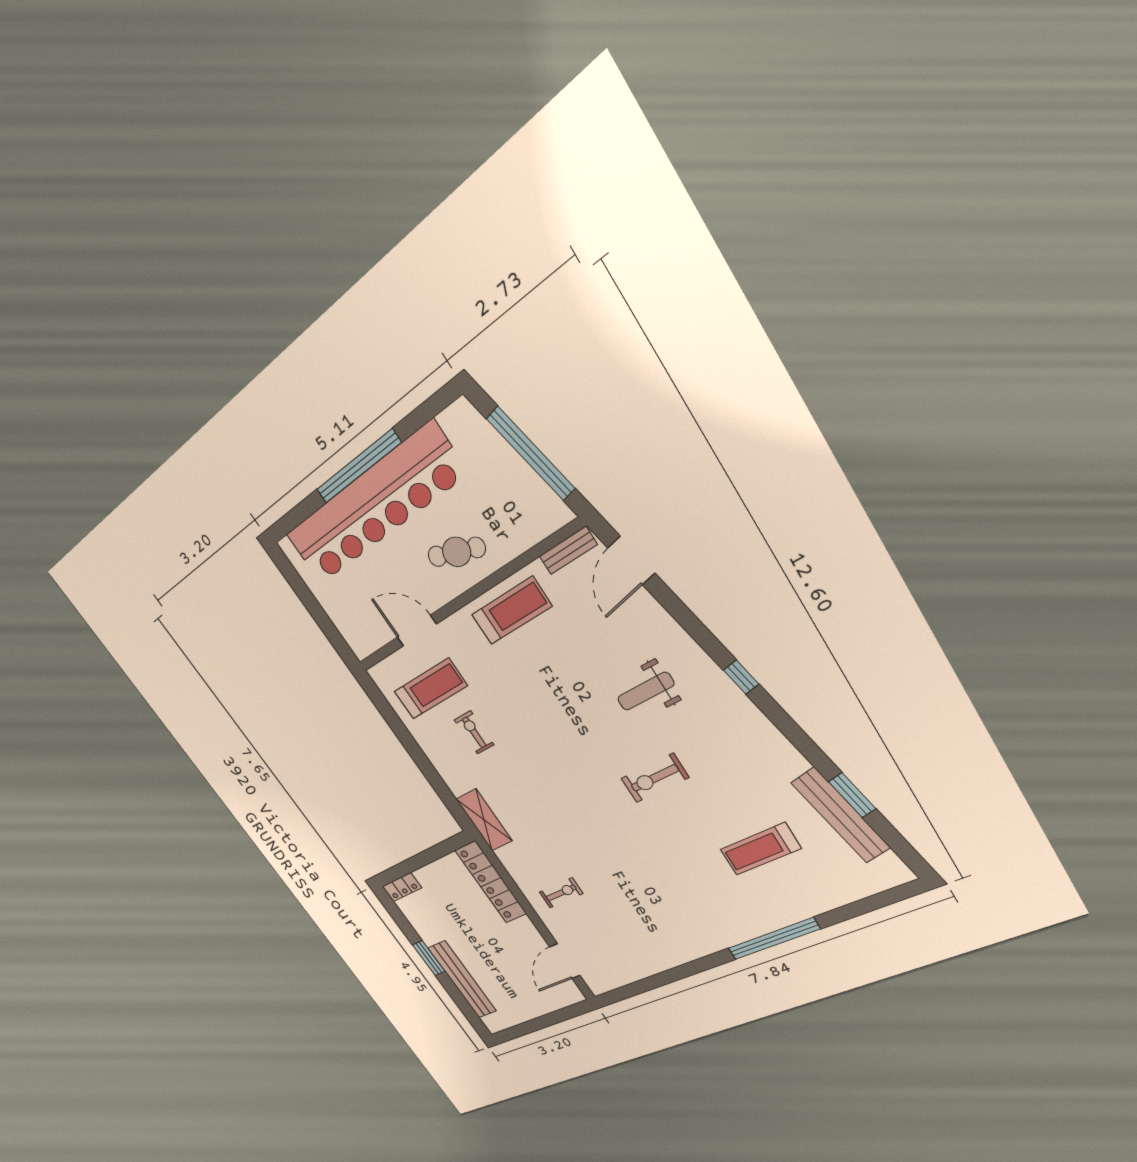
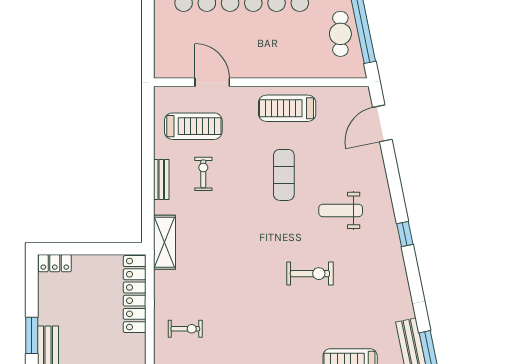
bench: (568, 550) -> (161, 179), moved, turned 90
cafe table: (457, 552) -> (340, 34), moved, turned 70
treadmill: (512, 610) -> (287, 108), turned 180
exercise mat: (557, 687) -> (284, 175), added
exercise bike: (655, 778) -> (310, 274), turned 180

